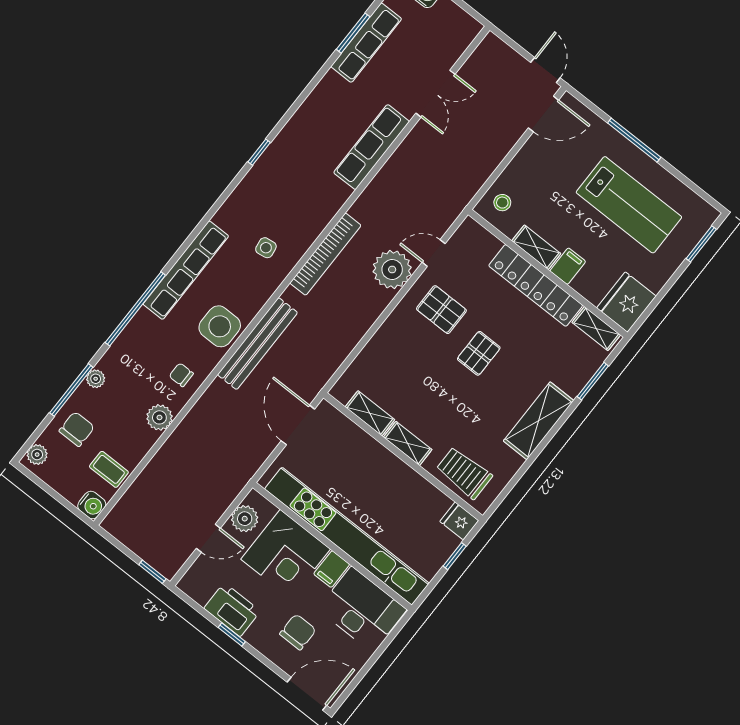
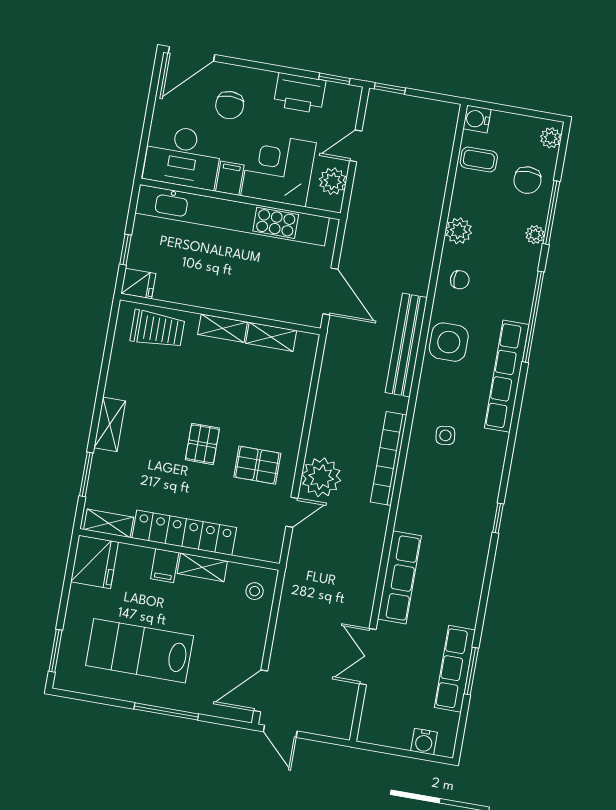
shelving: (539, 421) -> (110, 424), width x0.67, depth x0.75
window: (232, 634) -> (334, 79), moved

